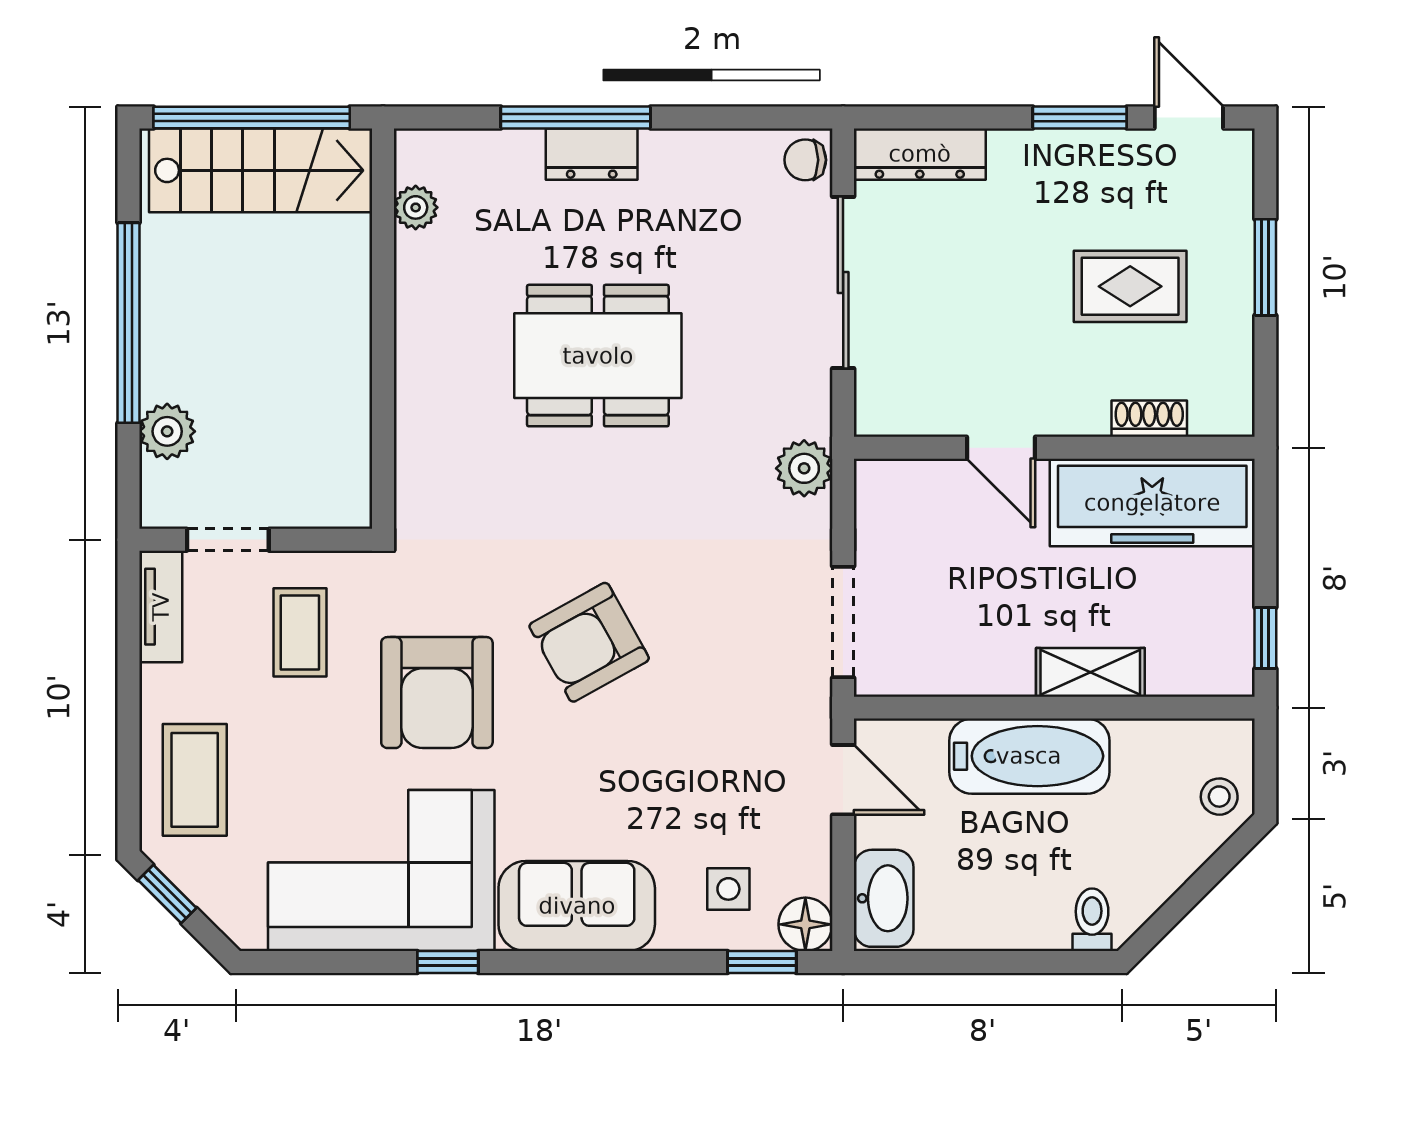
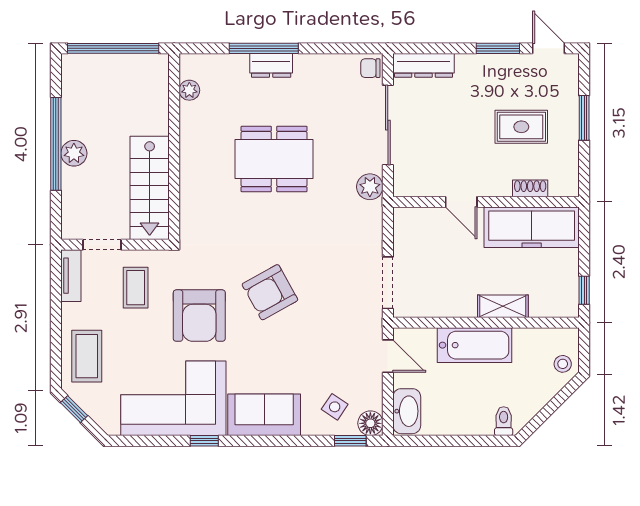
stairs: (261, 170) -> (150, 188), moved, turned 90
plant: (167, 431) -> (74, 153), moved
plant: (804, 468) -> (370, 187), moved
side table: (728, 889) -> (335, 407), turned 34

